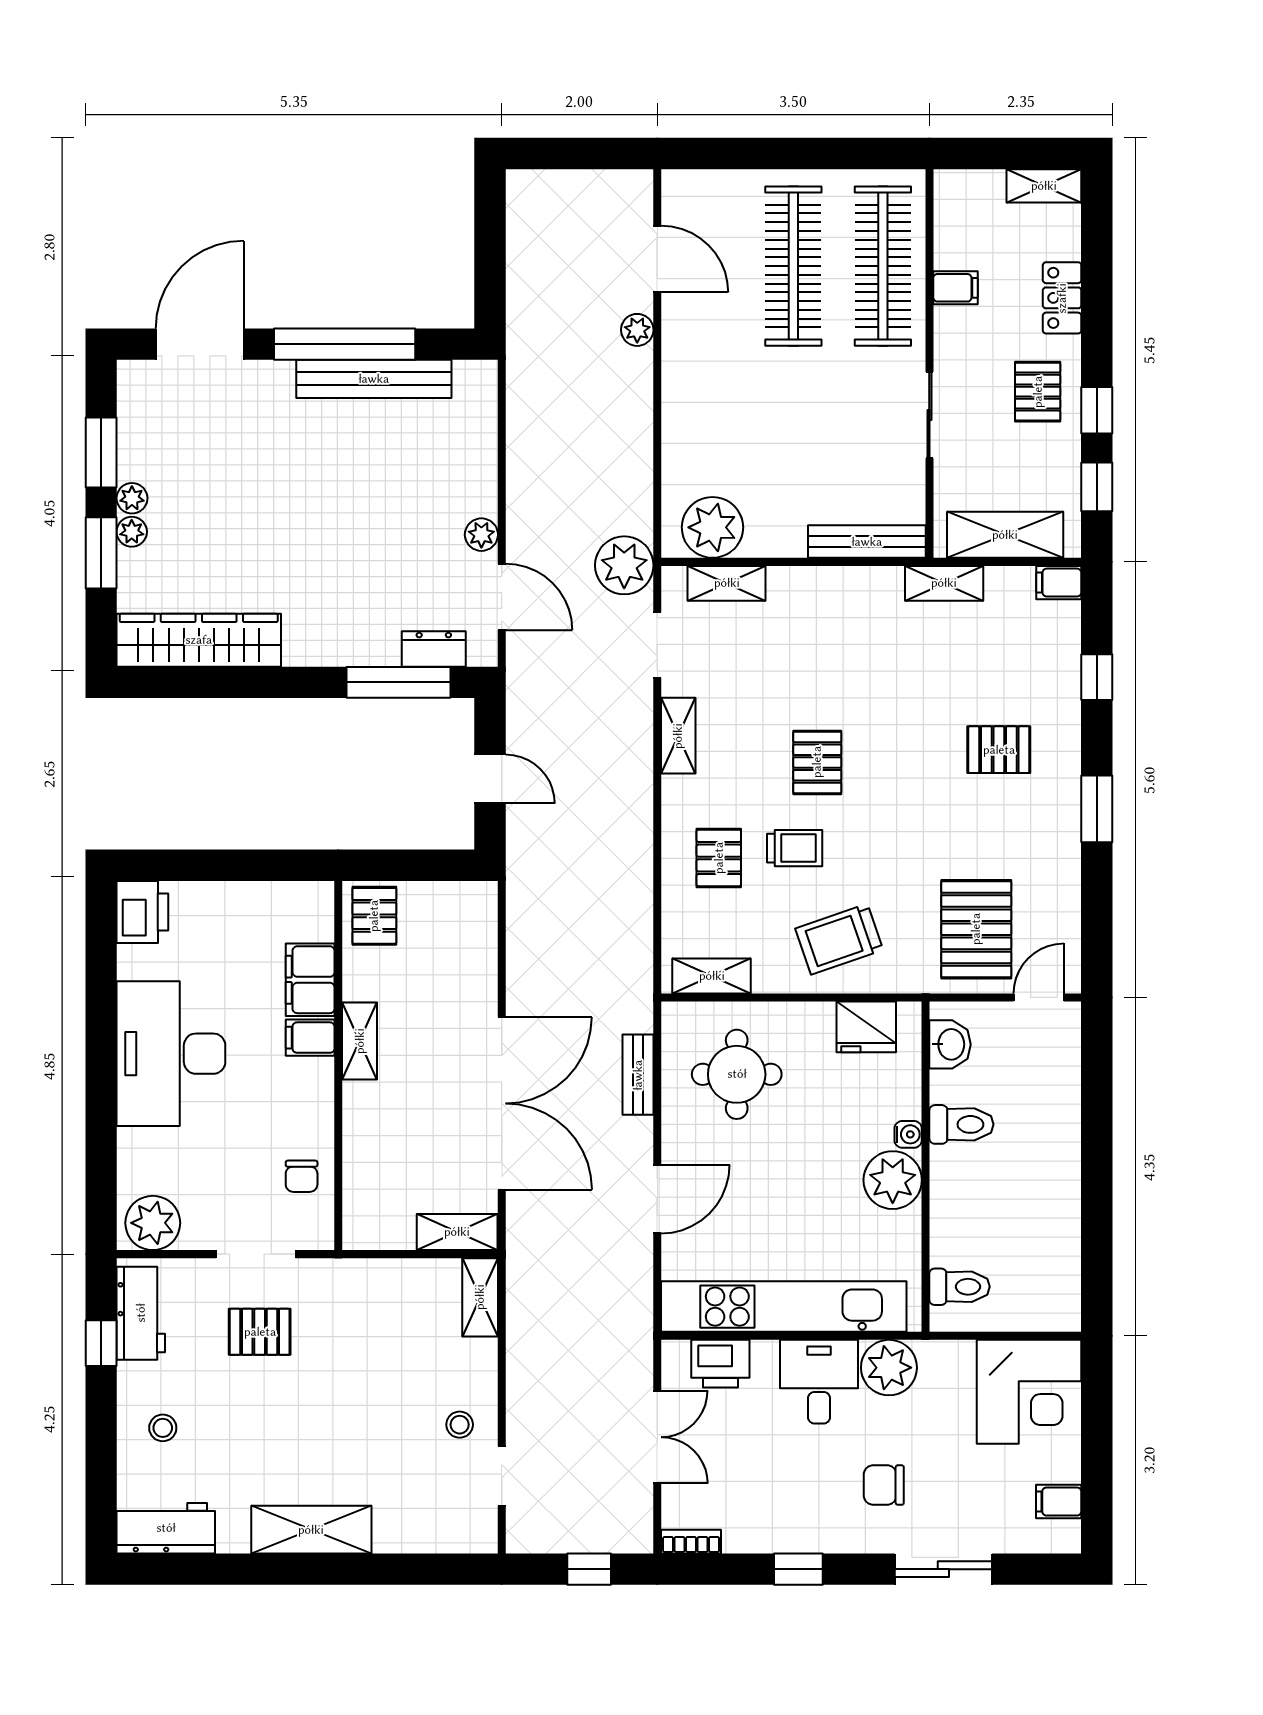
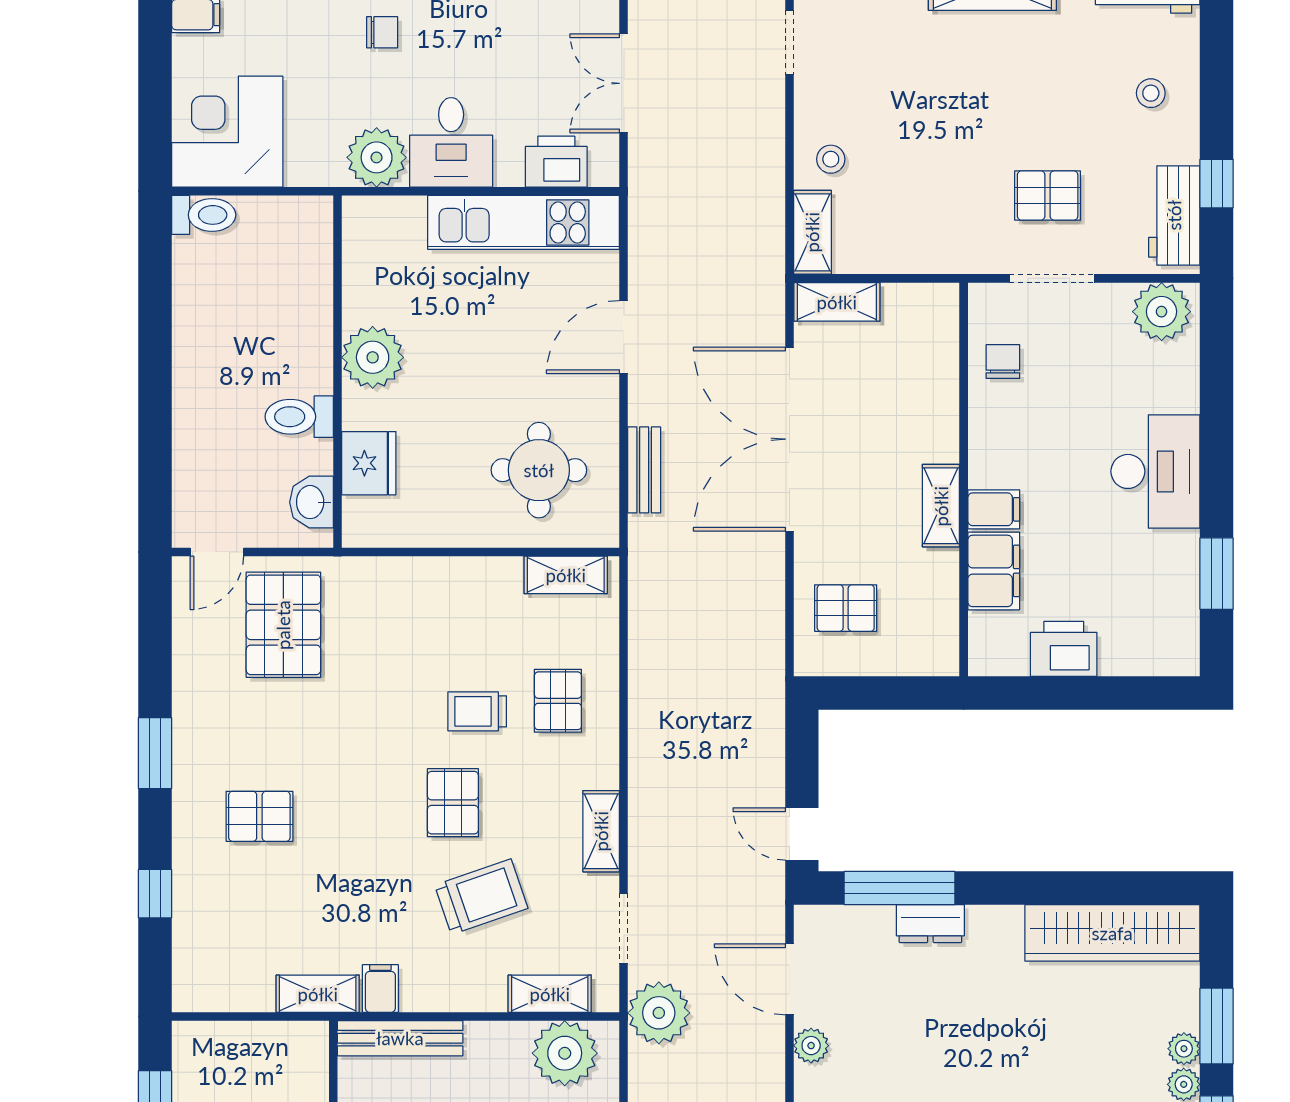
shelving: (1005, 535) -> (253, 1045), removed
filing cabinet: (1059, 583) -> (380, 989), moved, turned -90
dresser: (434, 649) -> (930, 924), moved
door: (490, 779) -> (802, 834), moved
printer: (142, 912) -> (1064, 649), moved, turned 90
pallet: (374, 916) -> (846, 608), moved, turned 90
trolley: (839, 939) -> (481, 897), moved
window: (101, 977) -> (1217, 574), added
fridge: (866, 1027) -> (369, 463), moved, turned 90
desk: (171, 1054) -> (1155, 471), width x0.73, depth x0.77
water cooler: (908, 1134) -> (356, 406), removed
toilet: (960, 1287) -> (204, 215), moved, turned 180
kitchen unit: (784, 1307) -> (524, 222), width x0.73
stool: (460, 1425) -> (831, 159), moved
chair: (884, 1485) -> (382, 32), width x0.73, depth x0.73

